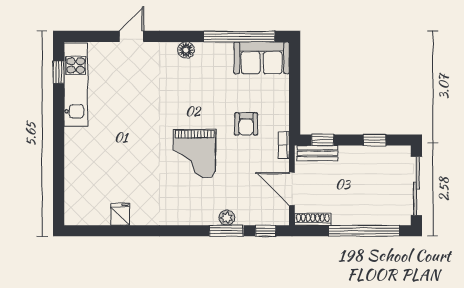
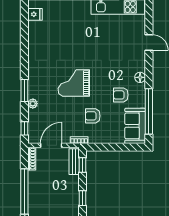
armchair: (213, 80) -> (121, 95), added
fridge: (120, 214) -> (35, 14), moved
window: (226, 231) -> (24, 90), moved

